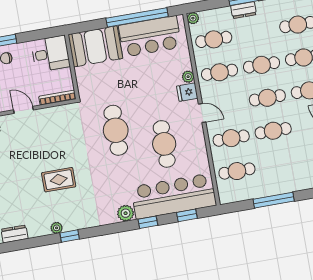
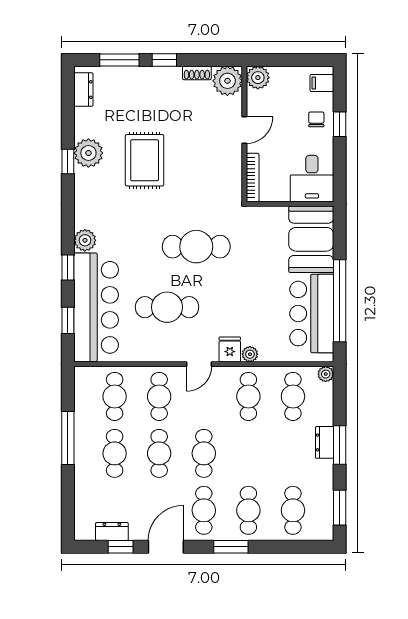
cafe table: (262, 65) -> (115, 453), moved
rug: (59, 180) -> (145, 160), width x1.36, depth x1.43
plant: (57, 228) -> (88, 153), width x1.87, depth x1.87

